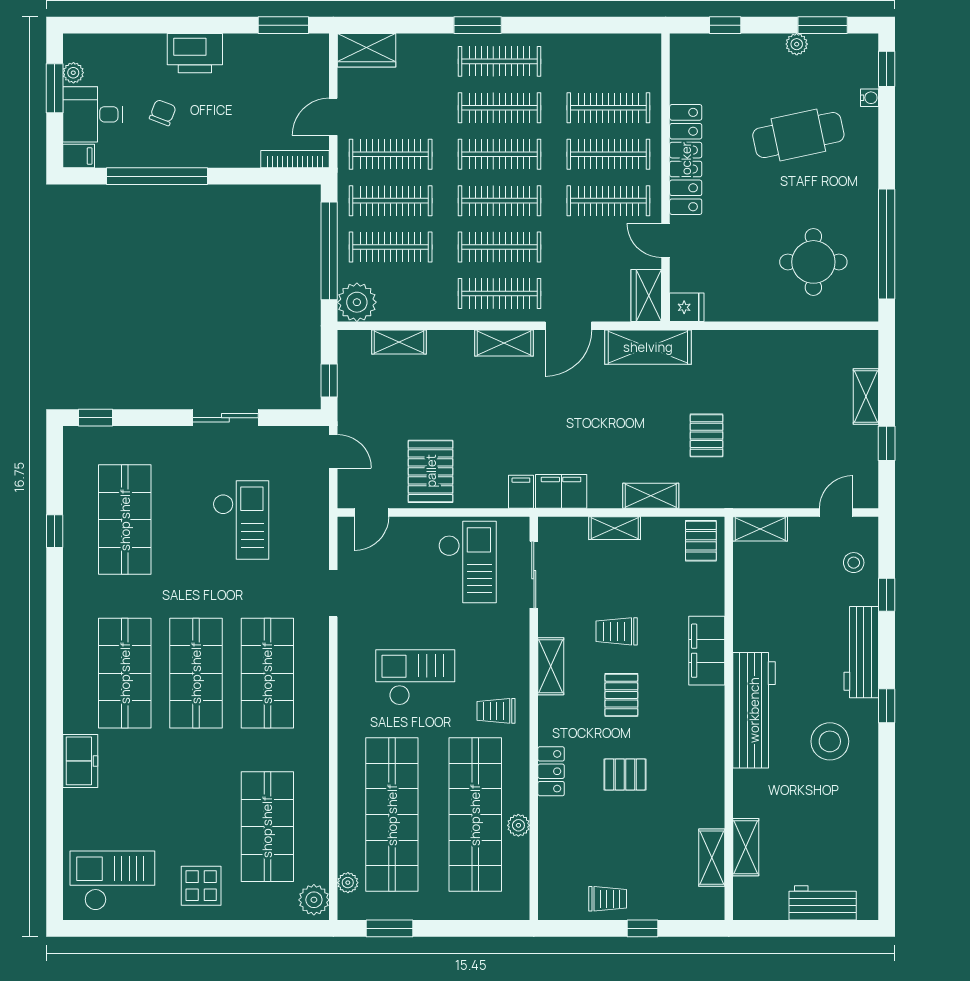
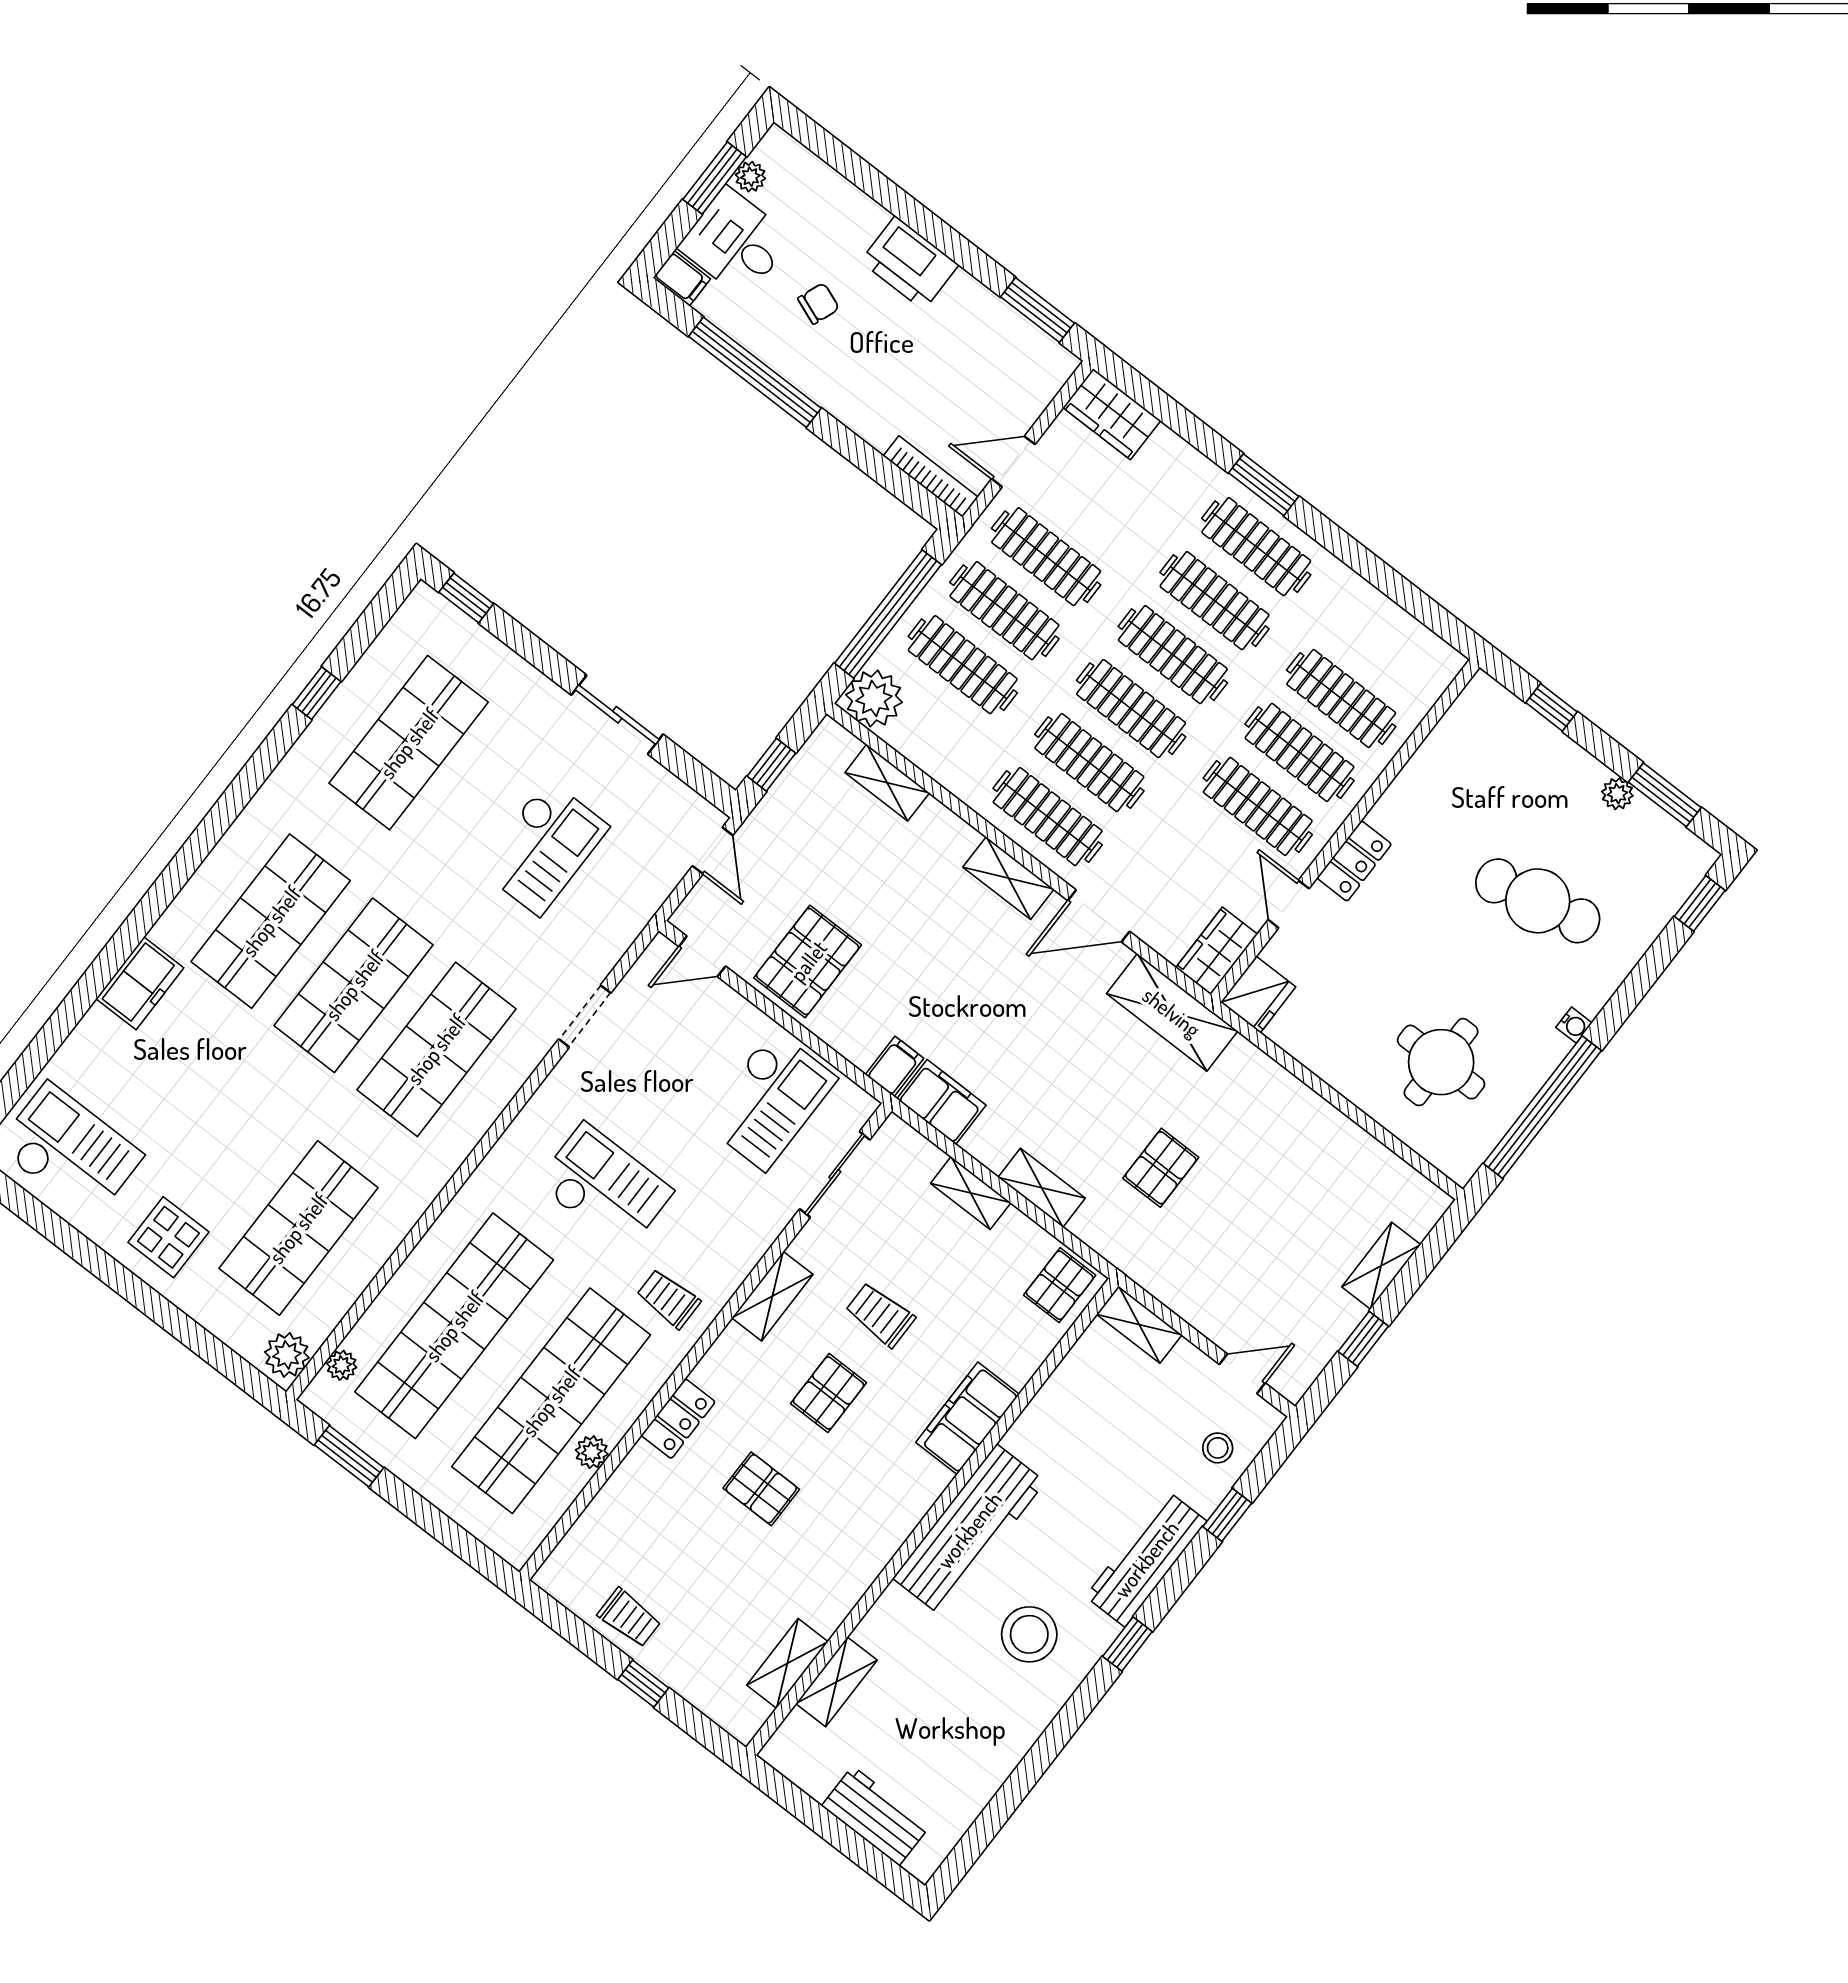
water cooler: (870, 98) -> (1574, 1025), moved
locker: (686, 160) -> (1354, 861), width x0.46, depth x0.83
fridge: (687, 307) -> (1258, 995), width x1.38

